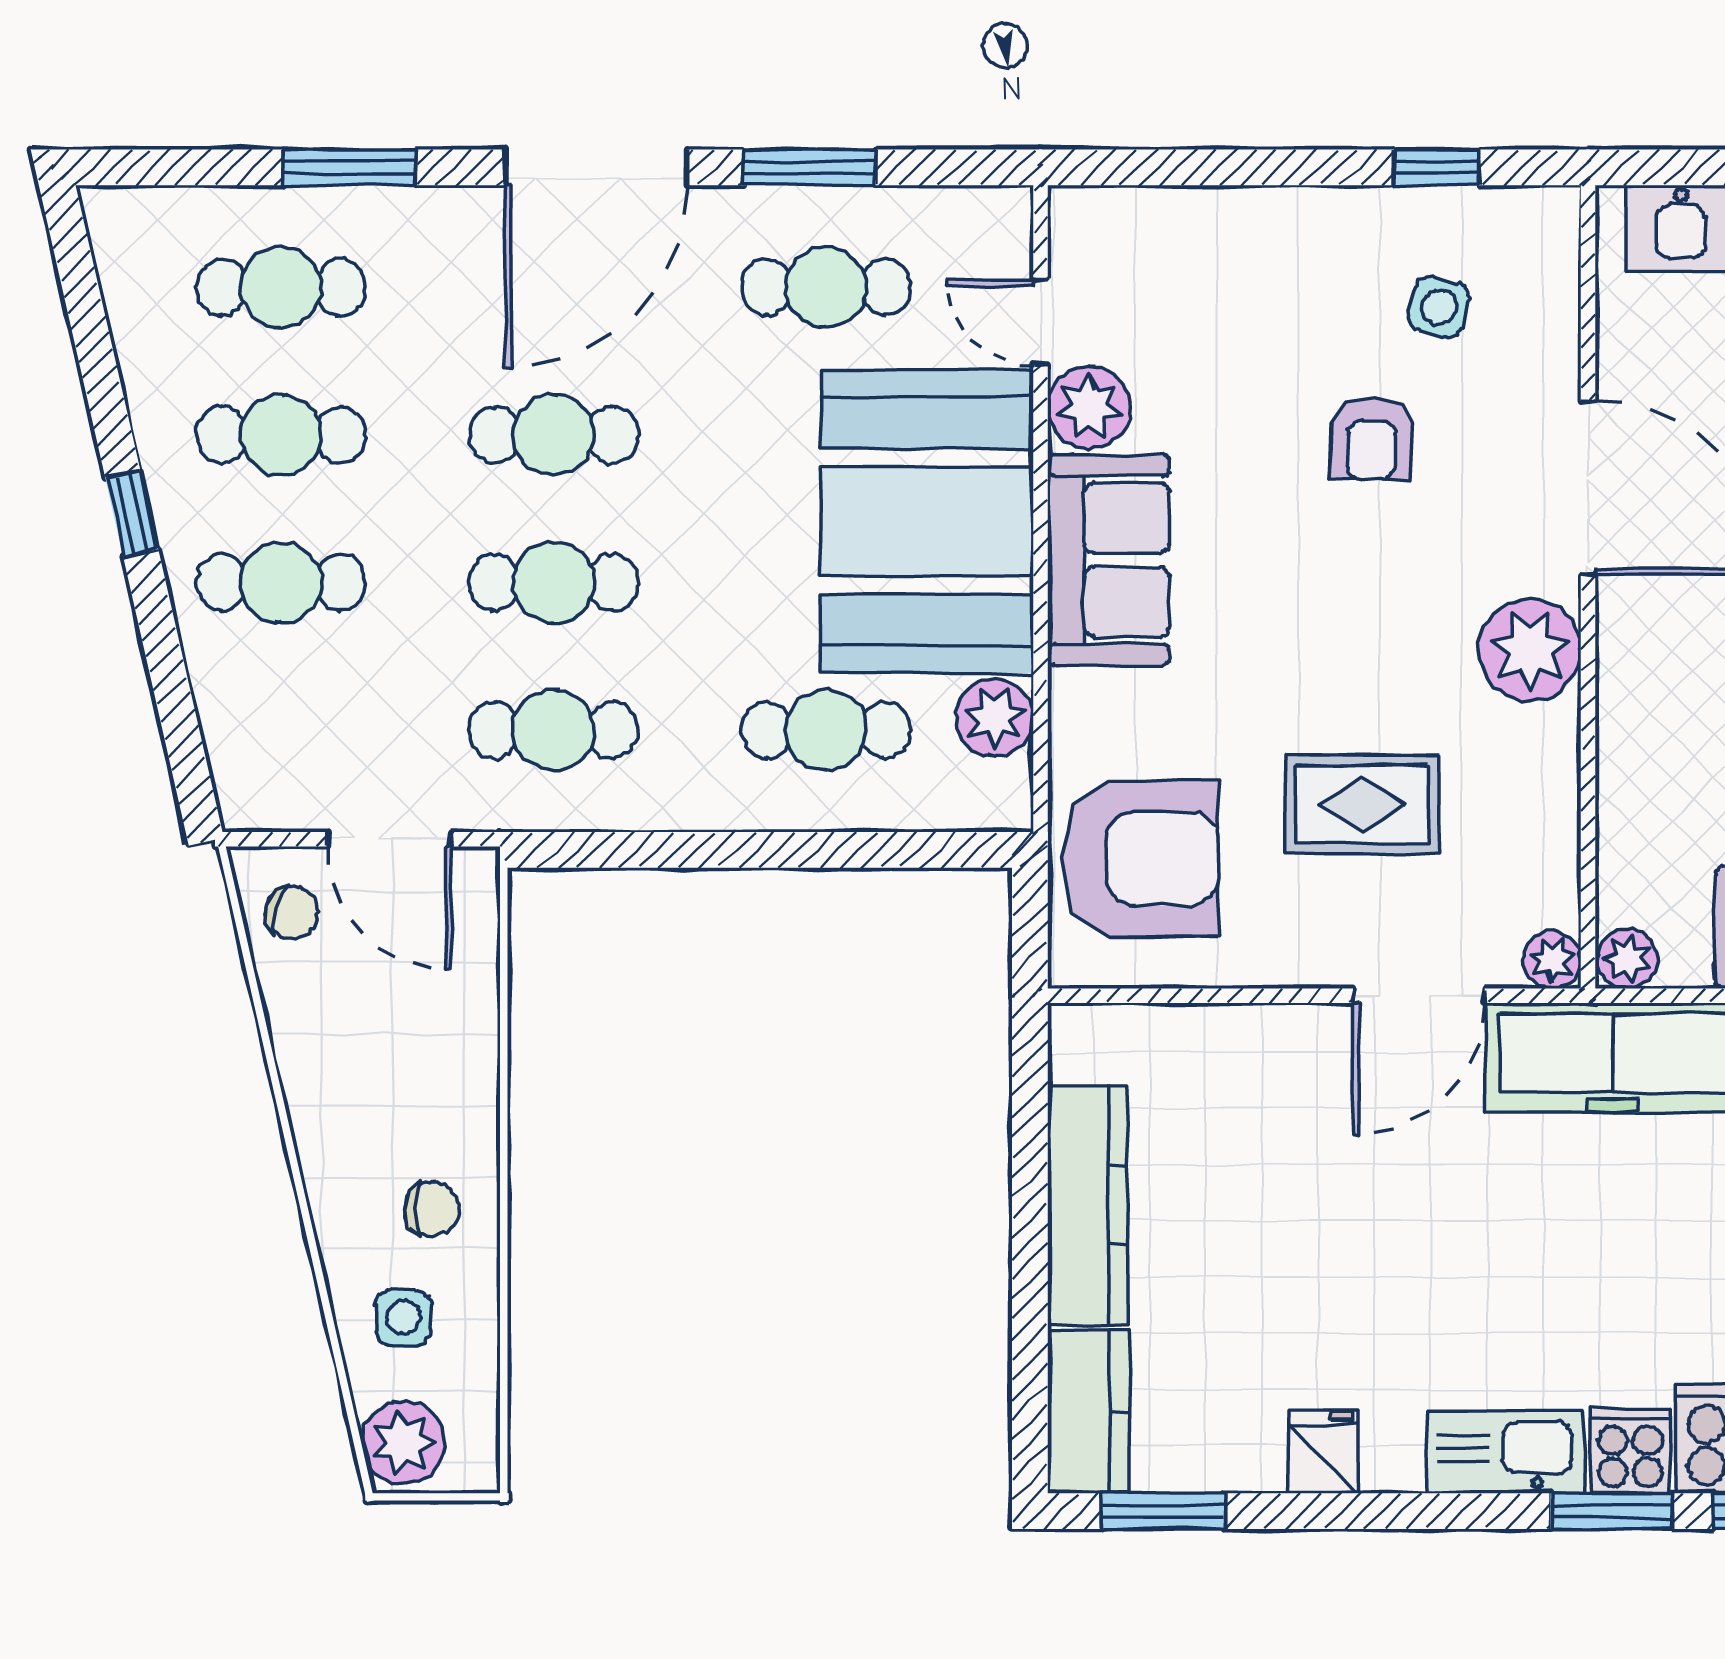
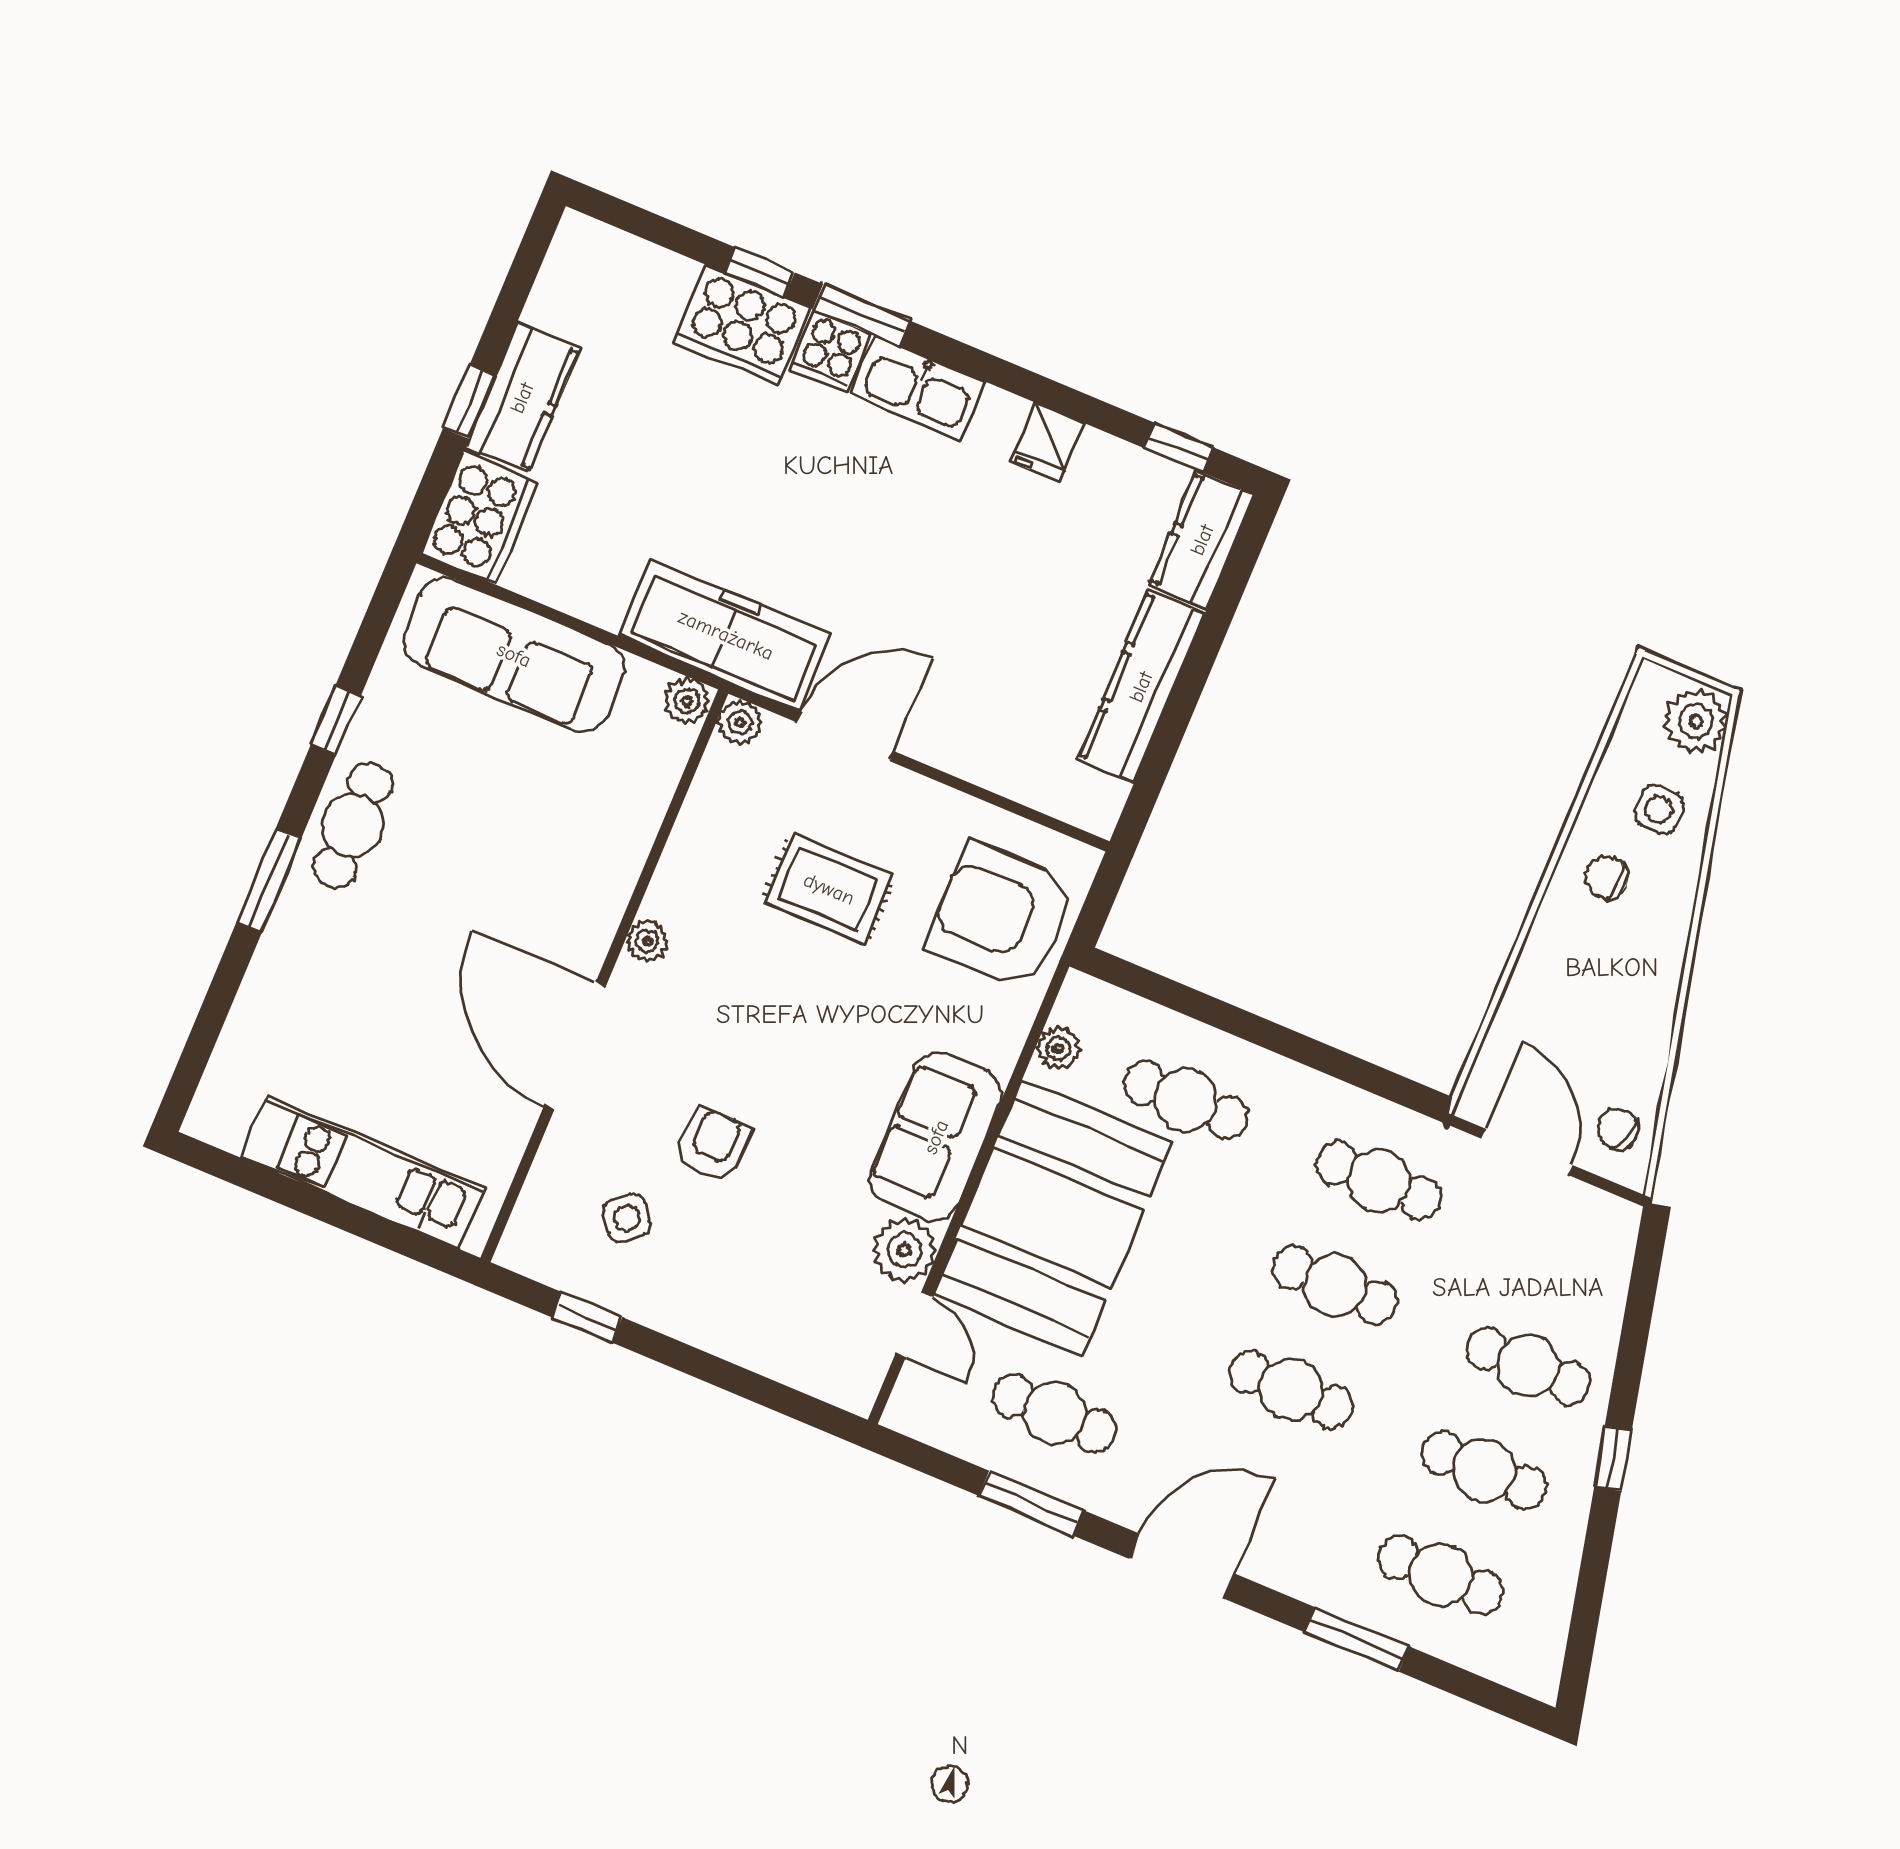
door: (596, 167) -> (1182, 1566), width x0.73
side table: (1439, 307) -> (627, 1218), turned 38
plant: (1530, 650) -> (647, 941), width x0.53, depth x0.53
plant: (995, 718) -> (1058, 1048), width x0.73, depth x0.73
window: (1163, 1511) -> (1178, 448), width x0.67

